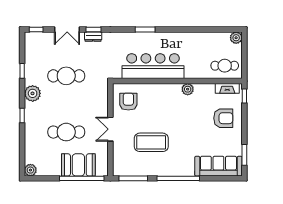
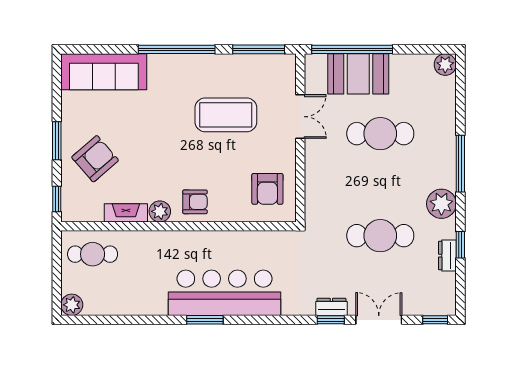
window: (145, 29) -> (205, 320), moved
dresser: (29, 65) -> (447, 256), added
bar counter: (153, 66) -> (225, 293), moved, turned 180
fireplace: (227, 88) -> (126, 213), moved
armchair: (168, 94) -> (195, 202), added
window: (22, 115) -> (460, 164), width x2.17
armchair: (223, 118) -> (95, 159), turned 139
double door: (110, 129) -> (300, 117), moved
window: (244, 155) -> (57, 141), moved

